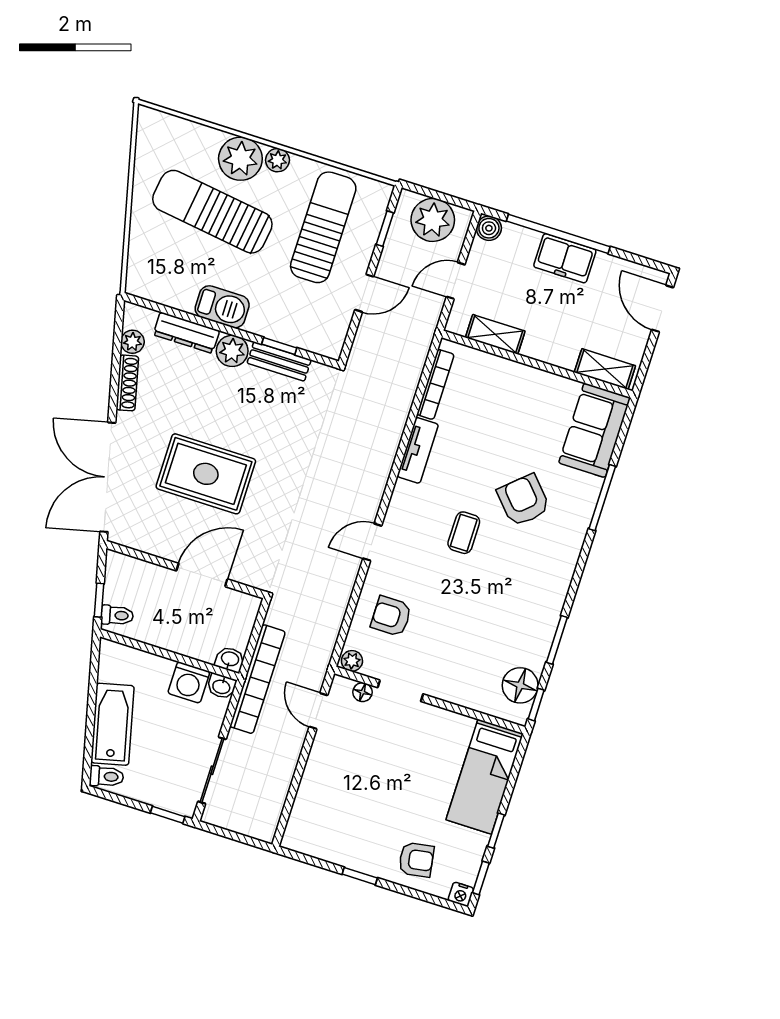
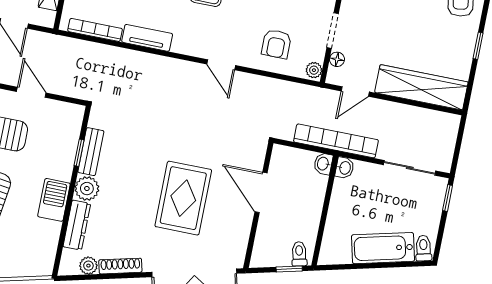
washing machine: (189, 682) -> (344, 193), removed
wardrobe: (314, 797) -> (421, 87), added

